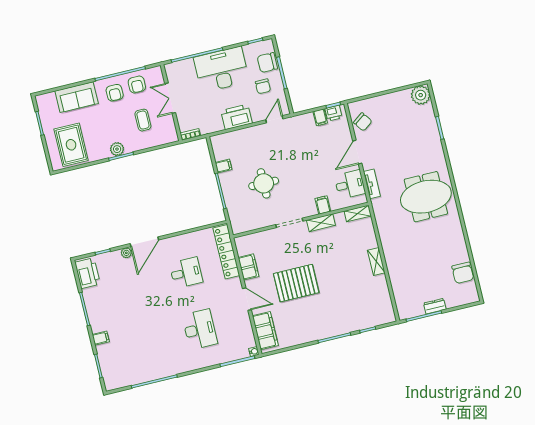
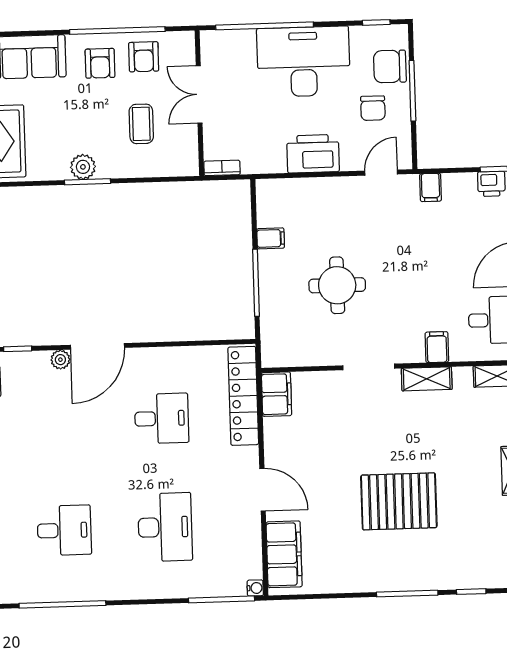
filing cabinet: (320, 117) -> (431, 187), moved
filing cabinet: (248, 267) -> (277, 394), moved
pallet: (296, 283) -> (399, 501), moved
desk: (147, 342) -> (64, 530), added

